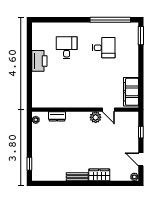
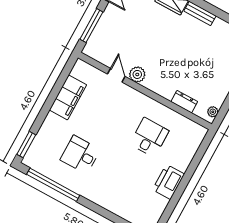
desk: (67, 48) -> (149, 137), moved, turned 180
filing cabinet: (131, 92) -> (68, 97), moved
window: (141, 132) -> (91, 26), width x2.17

